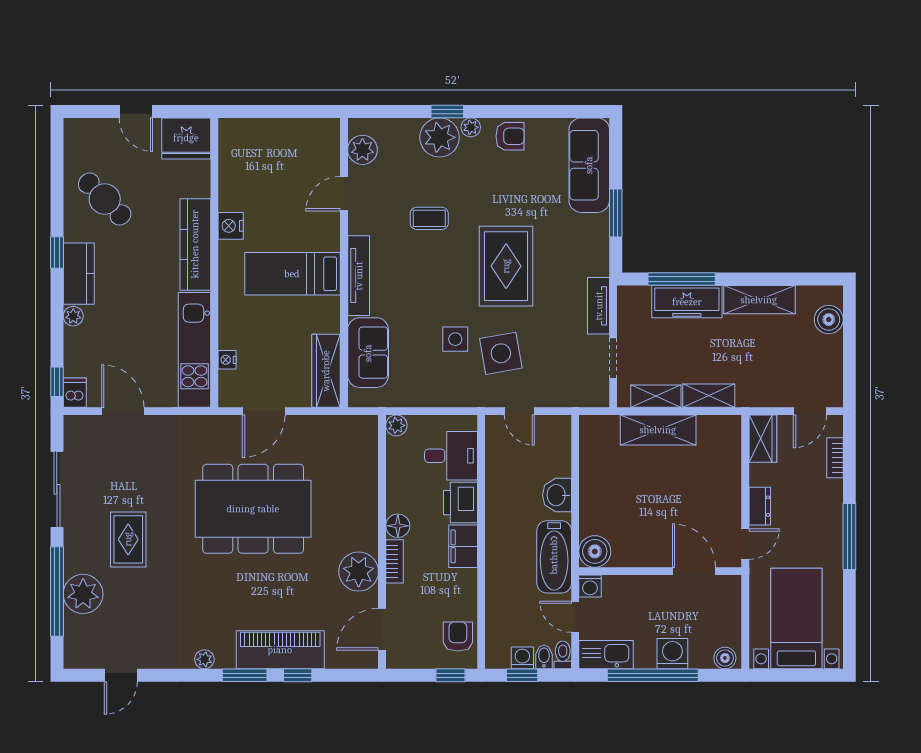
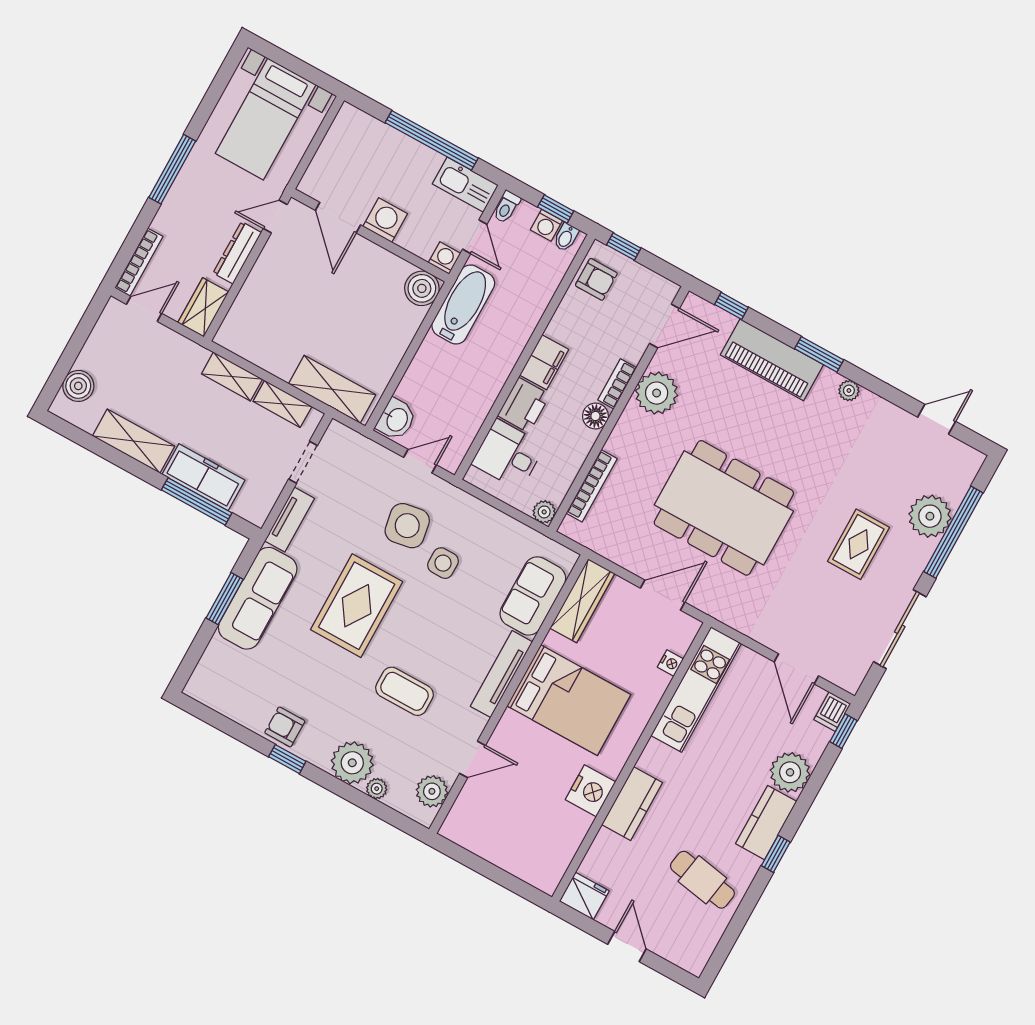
window: (447, 111) -> (287, 759), moved
plant: (471, 127) -> (377, 789), moved
fridge: (186, 138) -> (584, 896), width x0.73, depth x0.75
sofa: (589, 165) -> (258, 598), moved
cafe table: (105, 199) -> (702, 880), turned -35
coffee table: (429, 218) -> (405, 691), width x1.36, depth x1.30
nightstand: (231, 226) -> (590, 791), width x1.36, depth x1.33
kitchen counter: (195, 244) -> (632, 804), width x0.67
bed: (292, 274) -> (569, 700), width x1.50
plant: (73, 316) -> (790, 772), width x1.87, depth x1.87
door: (519, 411) -> (420, 461), hinge flipped
shelving: (658, 430) -> (332, 389), moved
bookcase: (835, 458) -> (139, 262), width x1.56
bookcase: (370, 468) -> (592, 486), added
washbasin: (557, 495) -> (396, 419), moved
dresser: (760, 506) -> (237, 253), width x1.44
armchair: (458, 636) -> (596, 279), turned -90
washing machine: (672, 654) -> (385, 220), moved, turned 180
bidet: (544, 657) -> (566, 237), moved
boiler: (725, 658) -> (354, 119), removed
window: (298, 675) -> (731, 306), moved

